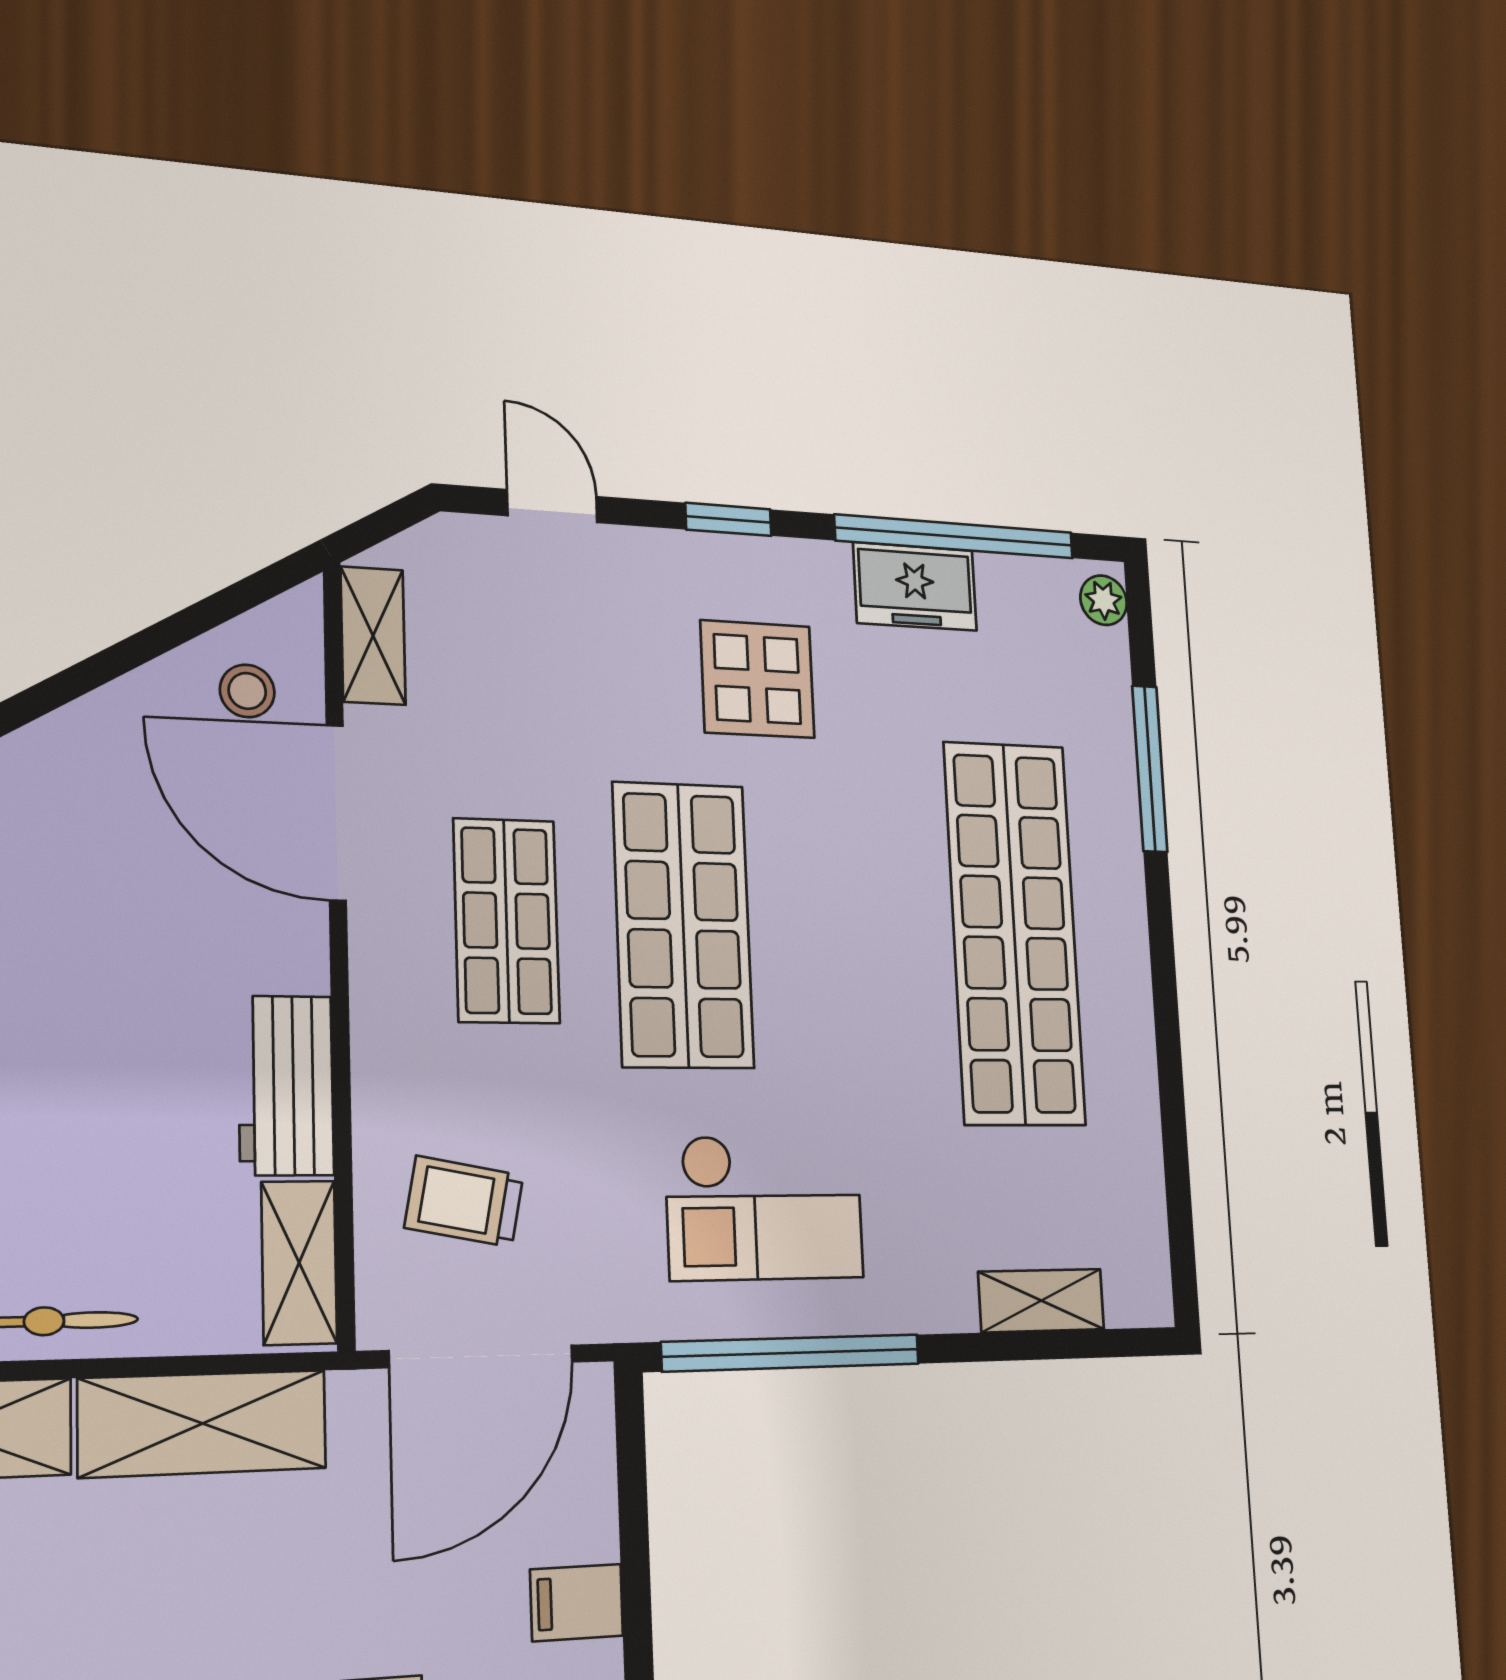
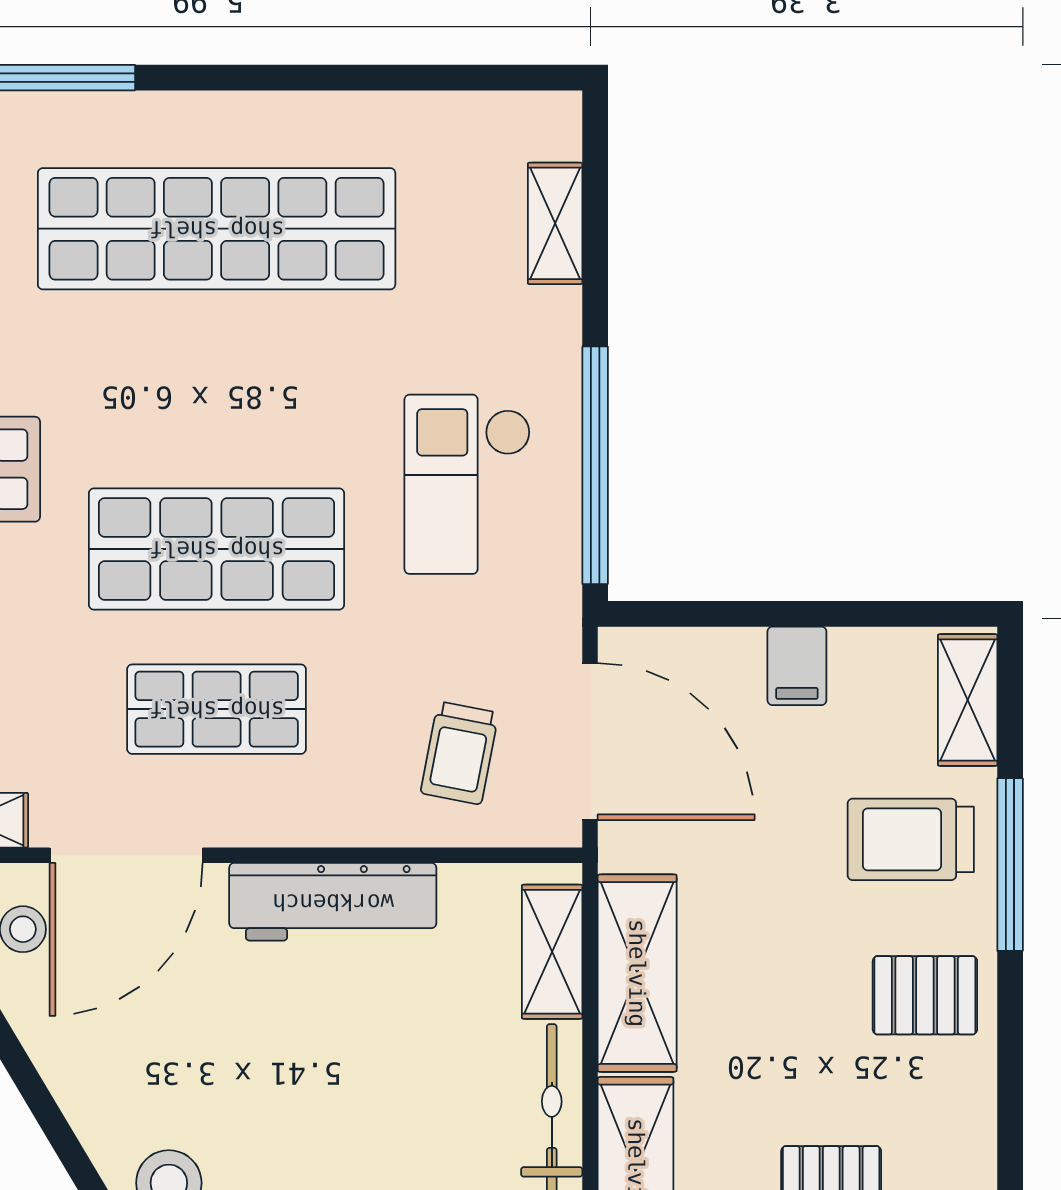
workbench: (286, 1085) -> (333, 902), width x1.38
checkout: (765, 1207) -> (467, 484), turned 180
shelving: (299, 1263) -> (552, 952), moved, turned 90

